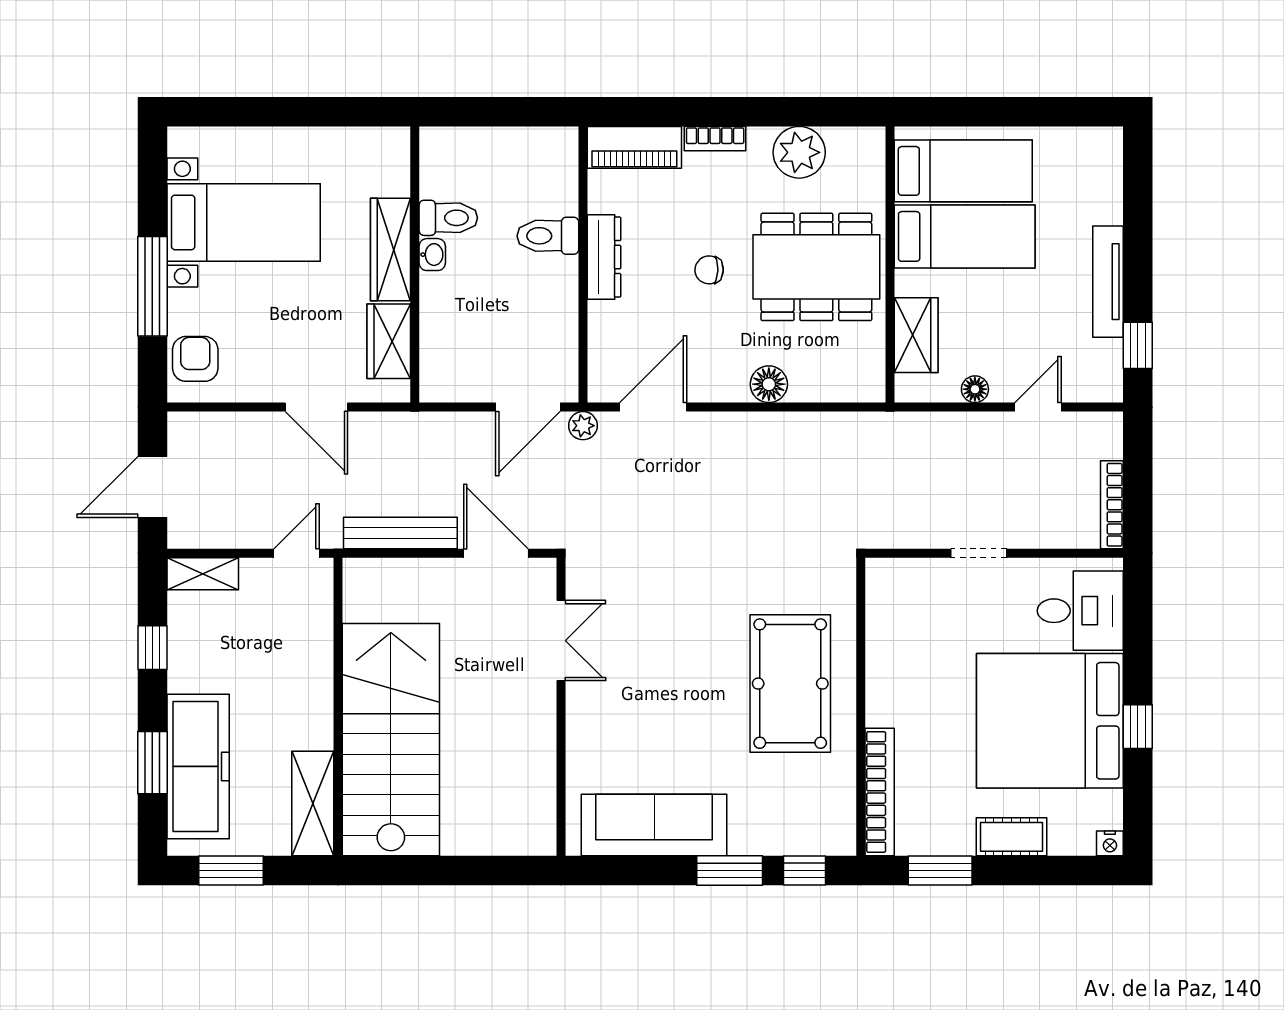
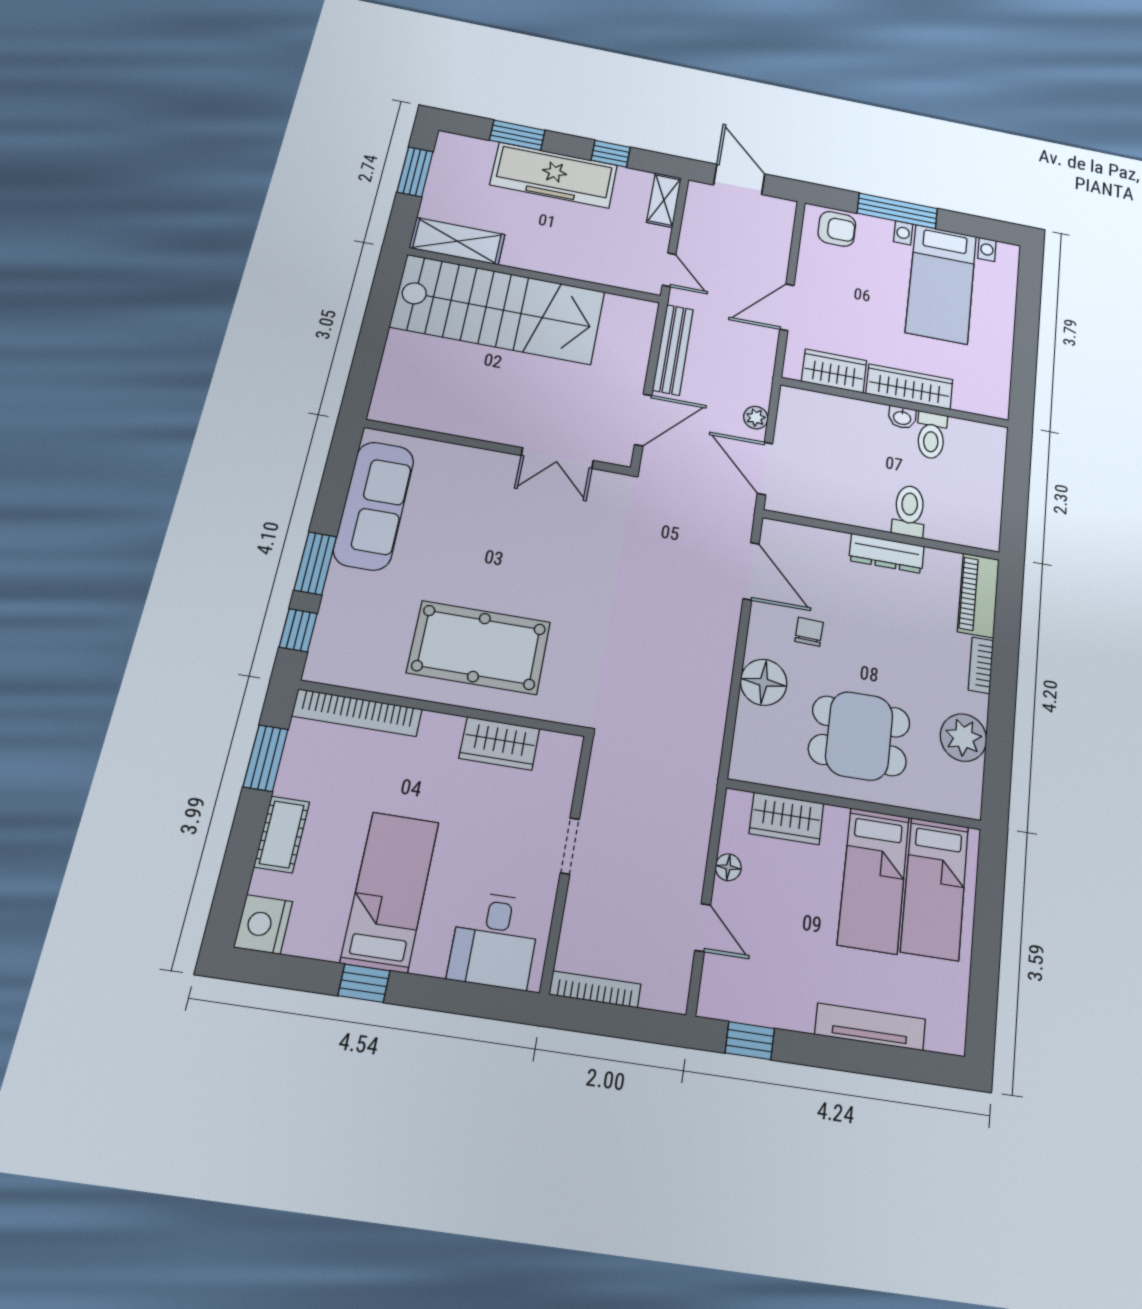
dining table: (816, 267) -> (859, 736), width x0.73
chair: (709, 270) -> (809, 632), moved
tv unit: (1108, 282) -> (870, 1027), moved
floor lamp: (769, 384) -> (764, 682), width x1.38, depth x1.38
plant: (583, 426) -> (756, 418), moved
wardrobe: (887, 643) -> (500, 743), added
bed: (1050, 721) -> (390, 892), width x0.49
freezer: (198, 766) -> (554, 175), moved
nightstand: (1110, 843) -> (263, 924), width x1.89, depth x1.79

